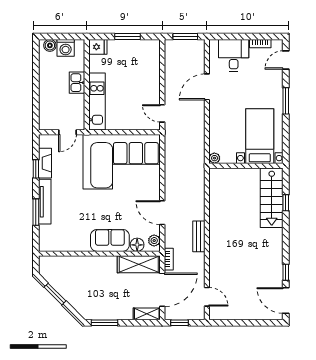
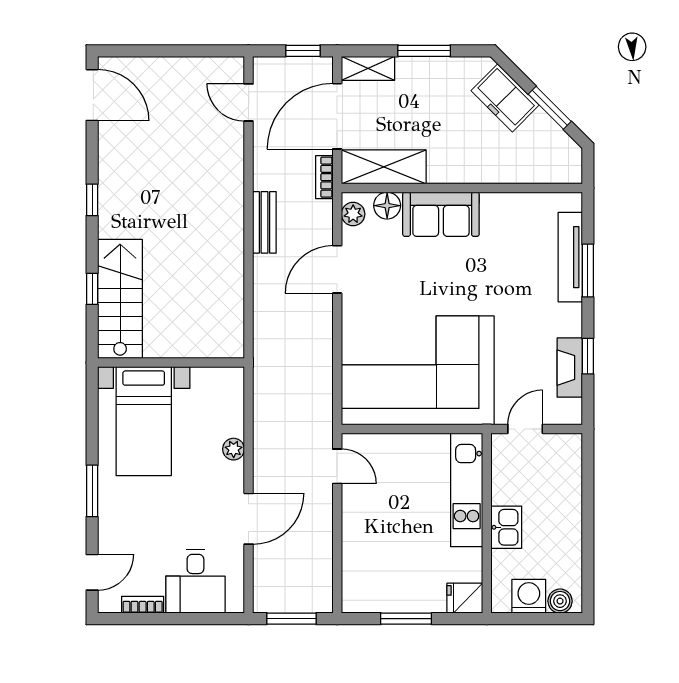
plant: (214, 158) -> (234, 449), moved
tv unit: (45, 202) -> (570, 257), moved
door: (162, 213) -> (337, 269), swing flipped
window: (286, 272) -> (92, 200), moved
freezer: (78, 299) -> (505, 98), added
window: (104, 323) -> (424, 51), moved

